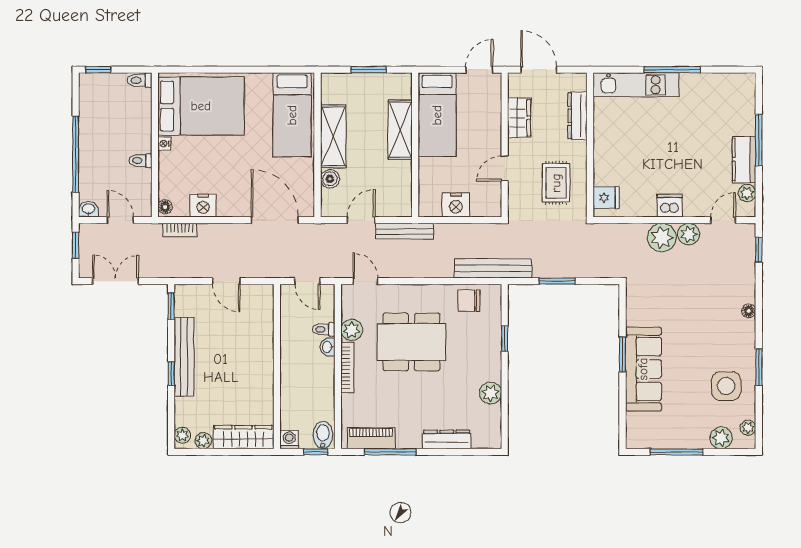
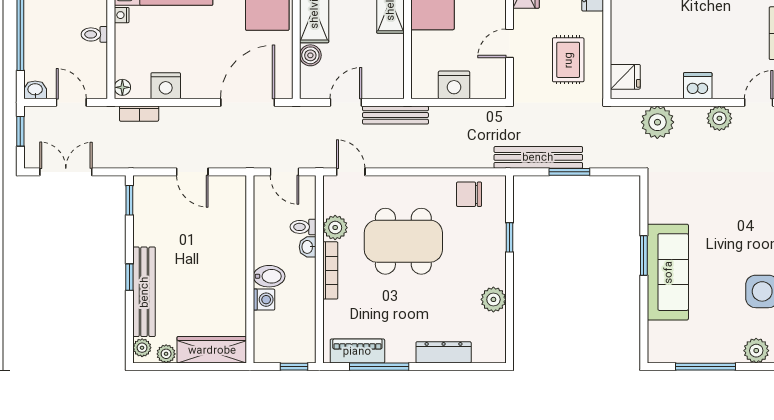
door: (275, 220) -> (248, 102), hinge flipped
plant: (662, 238) -> (657, 122), moved
bench: (493, 268) -> (538, 157), moved
bench: (184, 357) -> (144, 292), moved
bidet: (323, 435) -> (269, 276), moved, turned 90
washing machine: (289, 440) -> (264, 300), moved, turned 90

